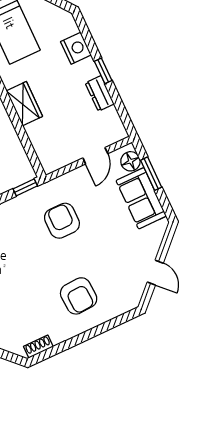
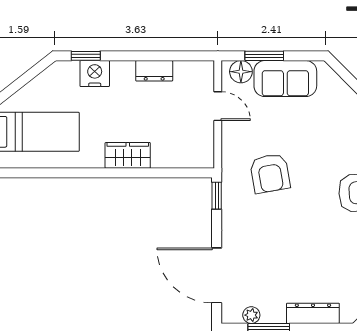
window: (103, 71) -> (86, 56), moved
armchair: (62, 221) -> (270, 173), turned -100

